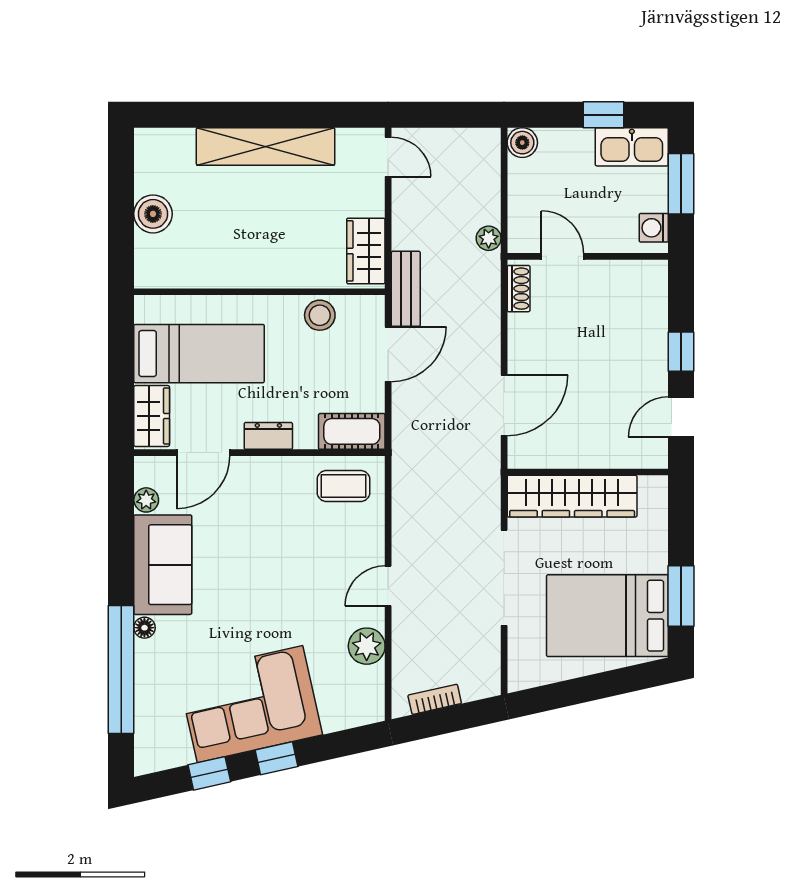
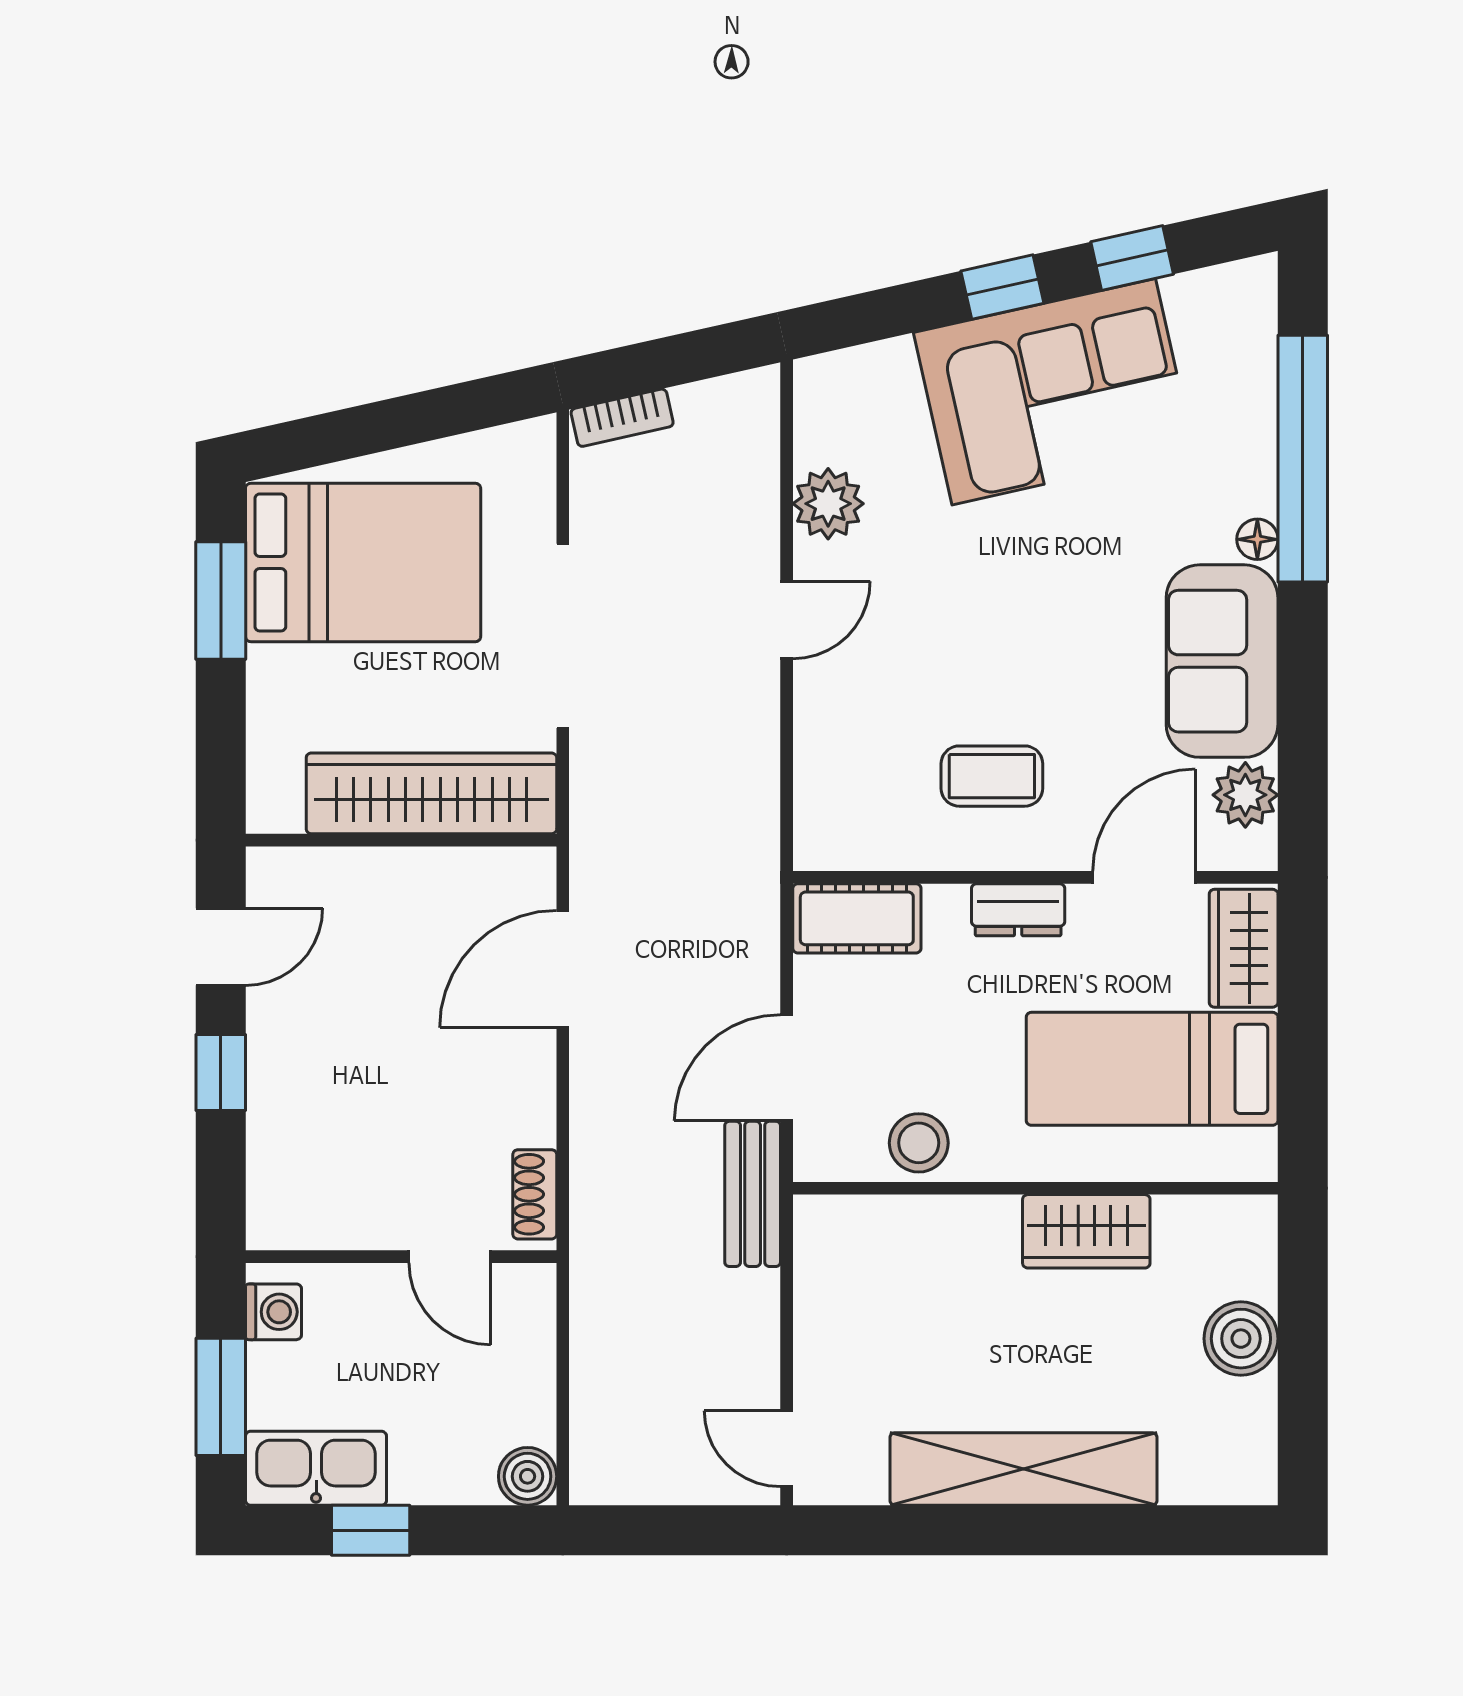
plant: (489, 238) -> (593, 1292), removed
wardrobe: (366, 251) -> (1086, 1231), moved, turned 90
coffee table: (344, 486) -> (992, 776), moved
plant: (146, 500) -> (1245, 795), width x1.38, depth x1.38
bookcase: (435, 699) -> (622, 418), moved

